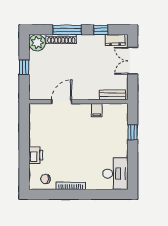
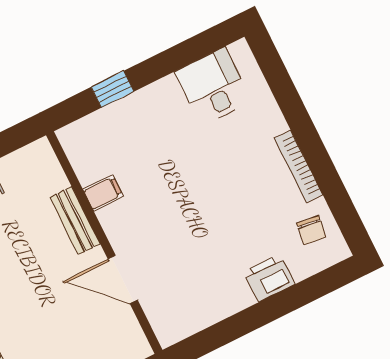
bench: (112, 95) -> (75, 221), moved
desk: (115, 174) -> (213, 87), width x0.73

